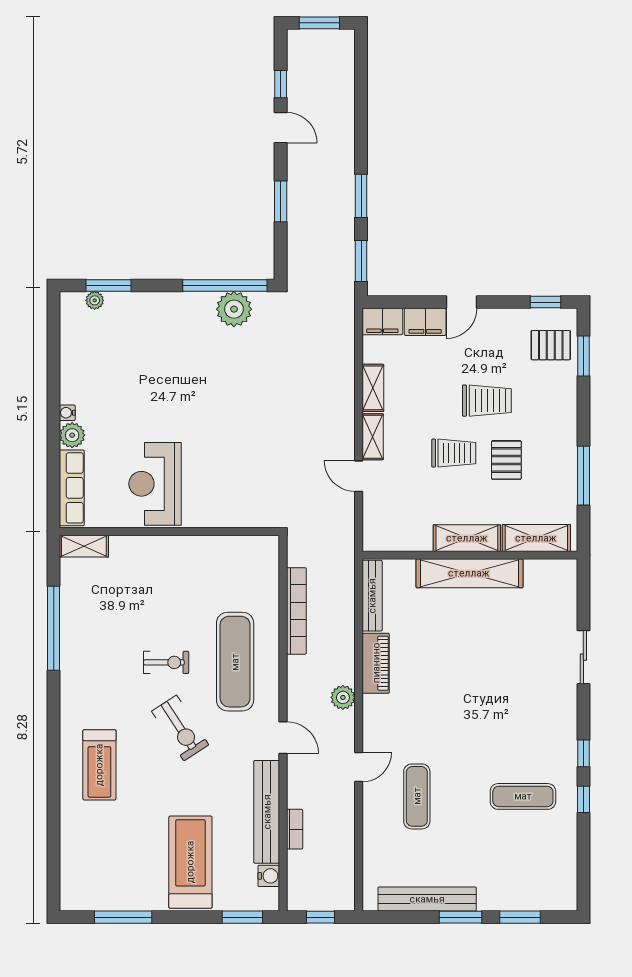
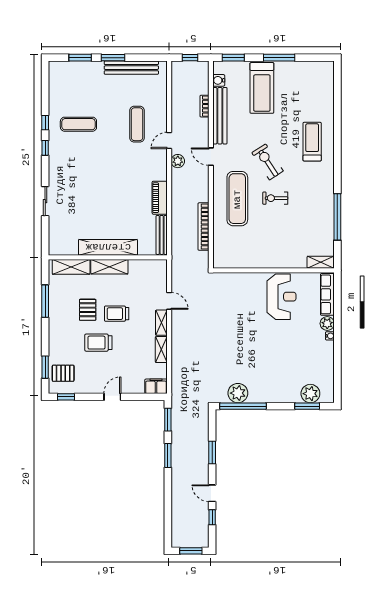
plant: (95, 300) -> (310, 394), width x1.87, depth x1.87
filing cabinet: (425, 322) -> (132, 386), removed
plant: (343, 697) -> (178, 161), moved
window: (123, 917) -> (279, 58), moved

